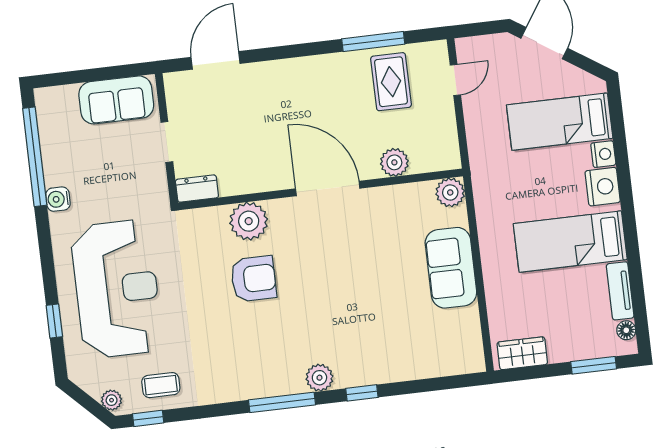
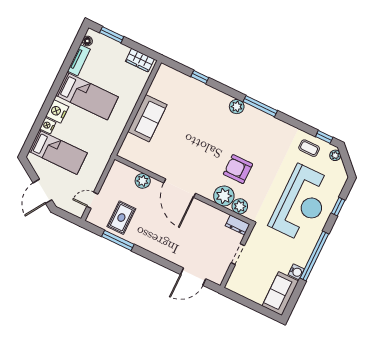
sofa: (116, 100) -> (280, 293), moved, turned -90
window: (35, 157) -> (314, 256), moved
plant: (450, 192) -> (240, 206), moved
water cooler: (58, 199) -> (296, 272), moved
reception desk: (117, 289) -> (302, 203), turned 180
window: (362, 393) -> (200, 77), moved

